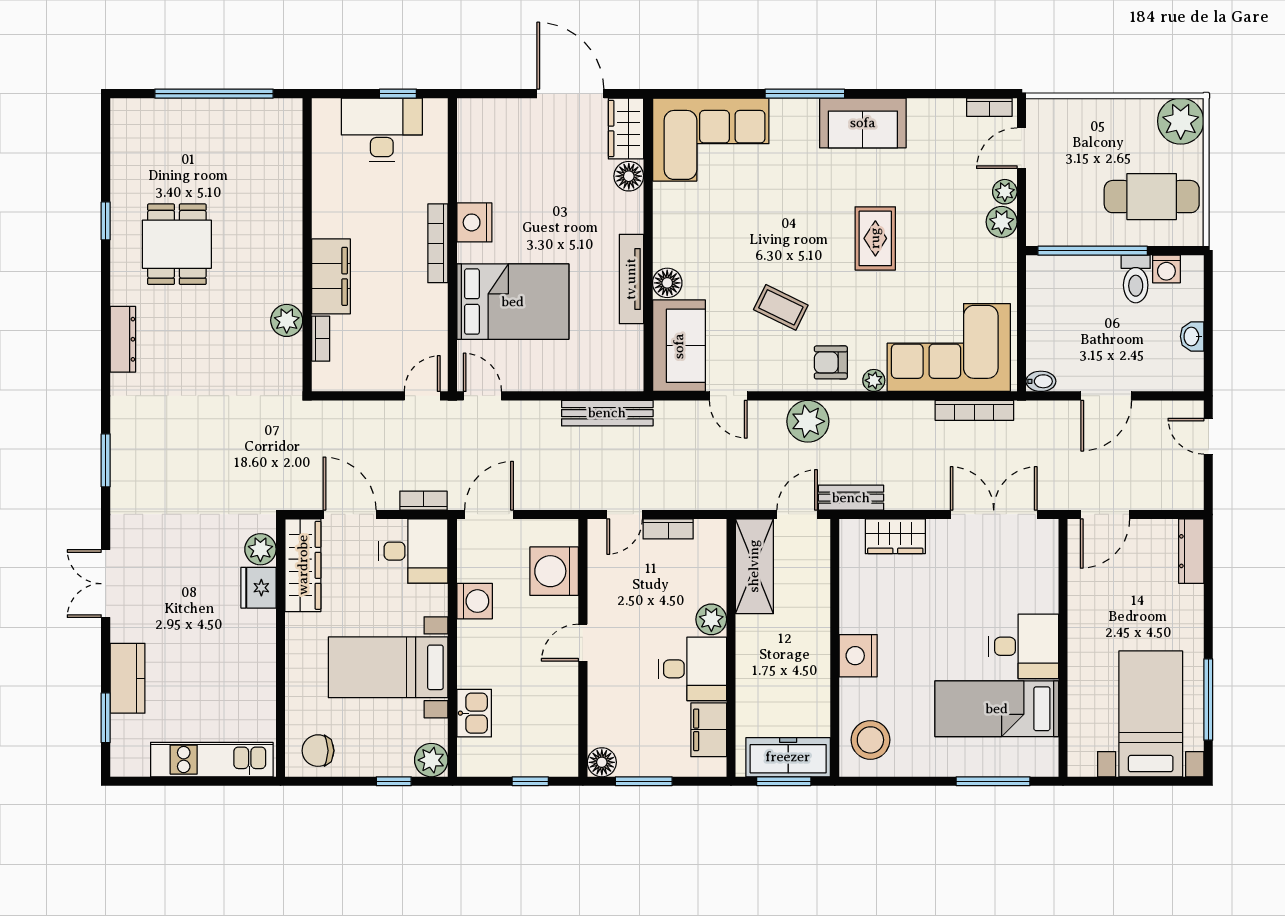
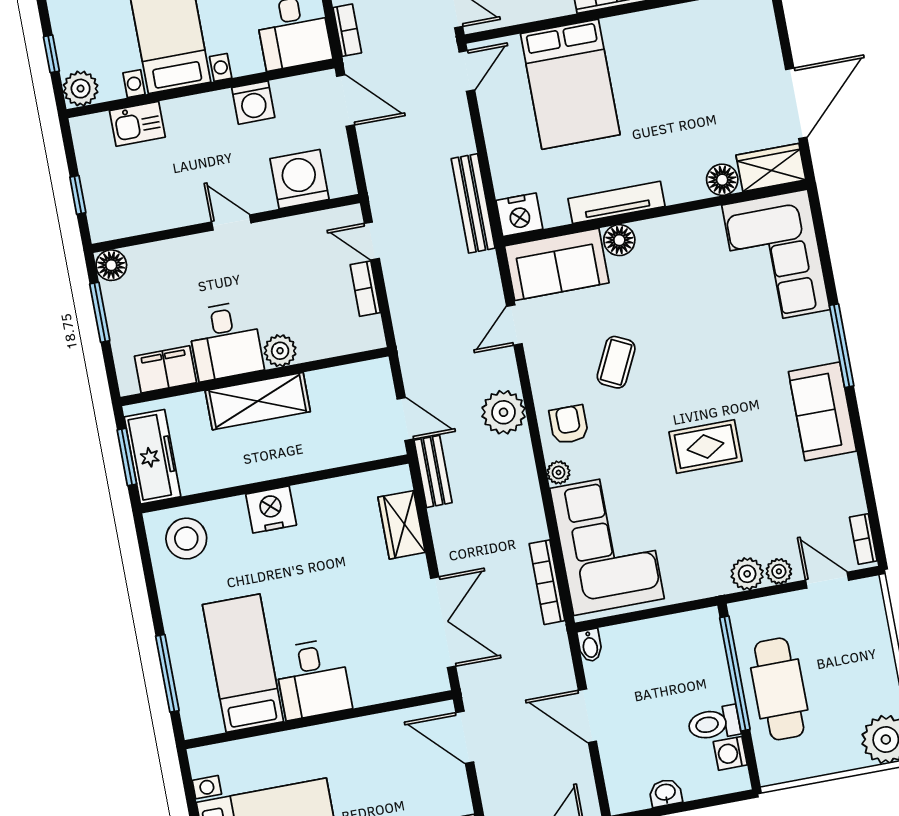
cafe table: (1152, 197) -> (779, 689), moved
nightstand: (474, 222) -> (519, 215), moved, turned 180
shelving: (754, 566) -> (258, 401), moved

